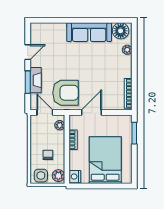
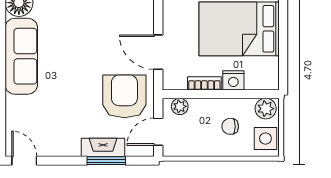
door: (28, 52) -> (24, 161), moved
nightstand: (75, 177) -> (233, 80), moved

